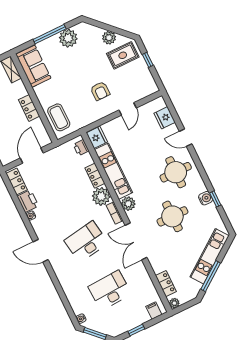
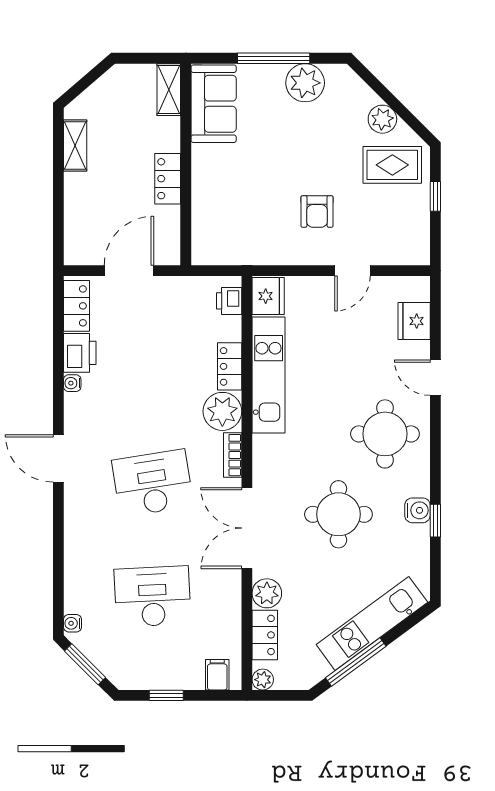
coffee table: (59, 117) -> (215, 224), removed
plant: (128, 204) -> (267, 593), moved

